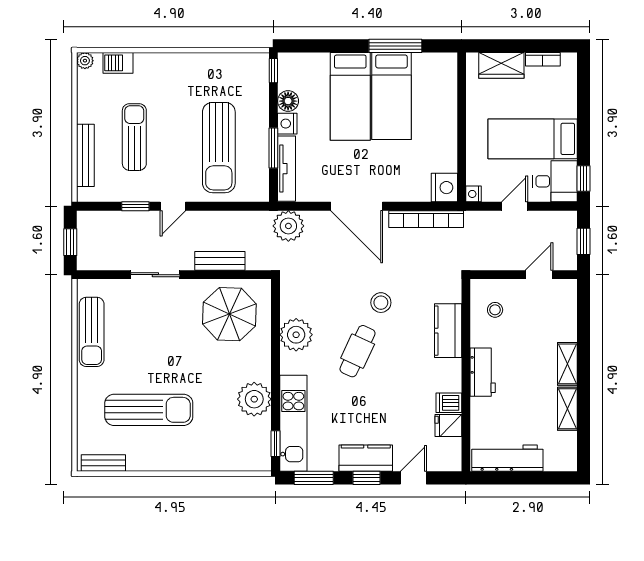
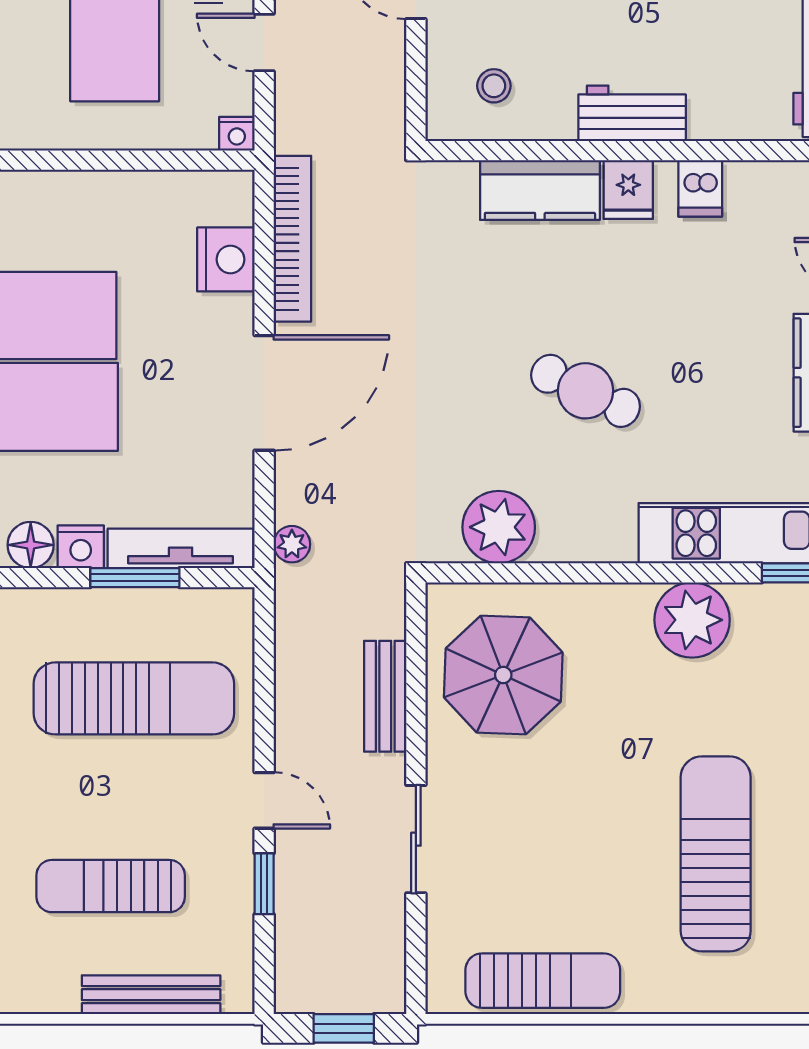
nightstand: (444, 188) -> (226, 259), moved, turned 90
plant: (288, 226) -> (292, 544), width x0.53, depth x0.53
stool: (381, 303) -> (478, 339), removed
plant: (296, 335) -> (499, 527), moved
fridge: (448, 426) -> (628, 190), moved

